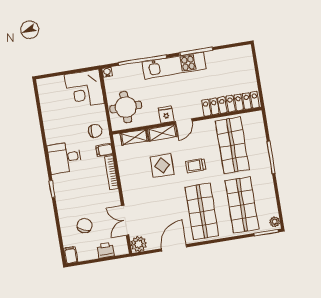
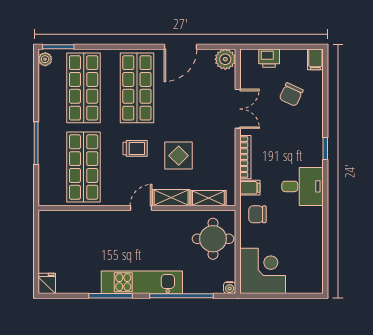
locker: (231, 104) -> (77, 221), removed
fridge: (166, 115) -> (47, 283), moved, turned 180
double door: (125, 220) -> (238, 109), moved

